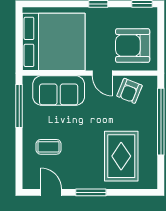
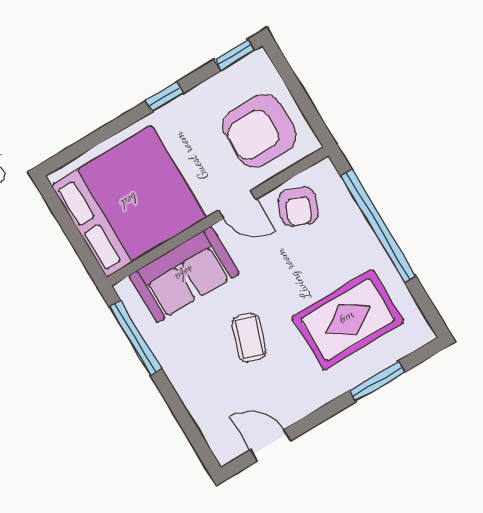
coffee table: (49, 147) -> (249, 338), moved, turned -71
rug: (121, 156) -> (348, 320), turned 90
window: (91, 192) -> (377, 381), moved

